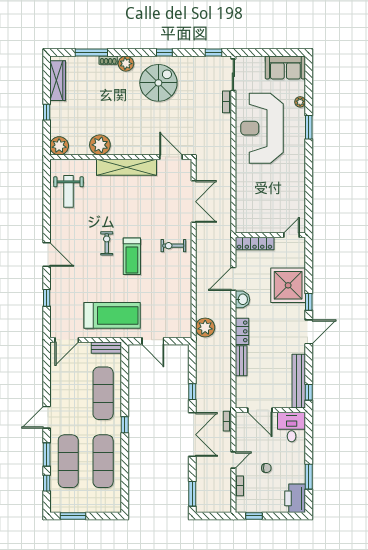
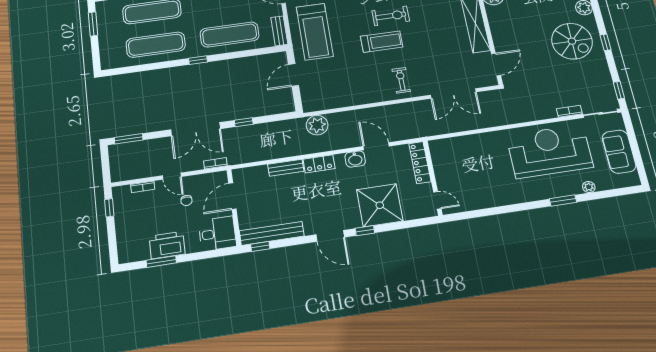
sofa: (285, 67) -> (619, 152), moved
exercise bike: (107, 243) -> (391, 16), width x1.38, depth x1.39
treadmill: (132, 256) -> (382, 42), turned 180
chair: (266, 468) -> (186, 200), moved
printer: (295, 498) -> (167, 245), moved

